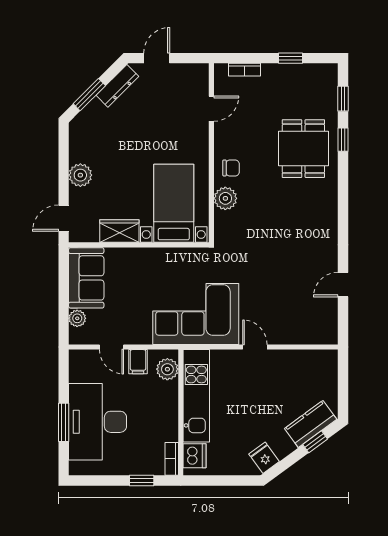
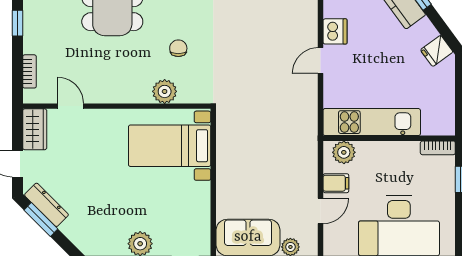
window: (89, 95) -> (41, 219), moved
chair: (231, 168) -> (178, 48), moved
wardrobe: (119, 231) -> (35, 129), moved, turned 180
corner sofa: (196, 314) -> (286, 123), removed
dishwasher: (195, 456) -> (335, 31), moved, turned 90

